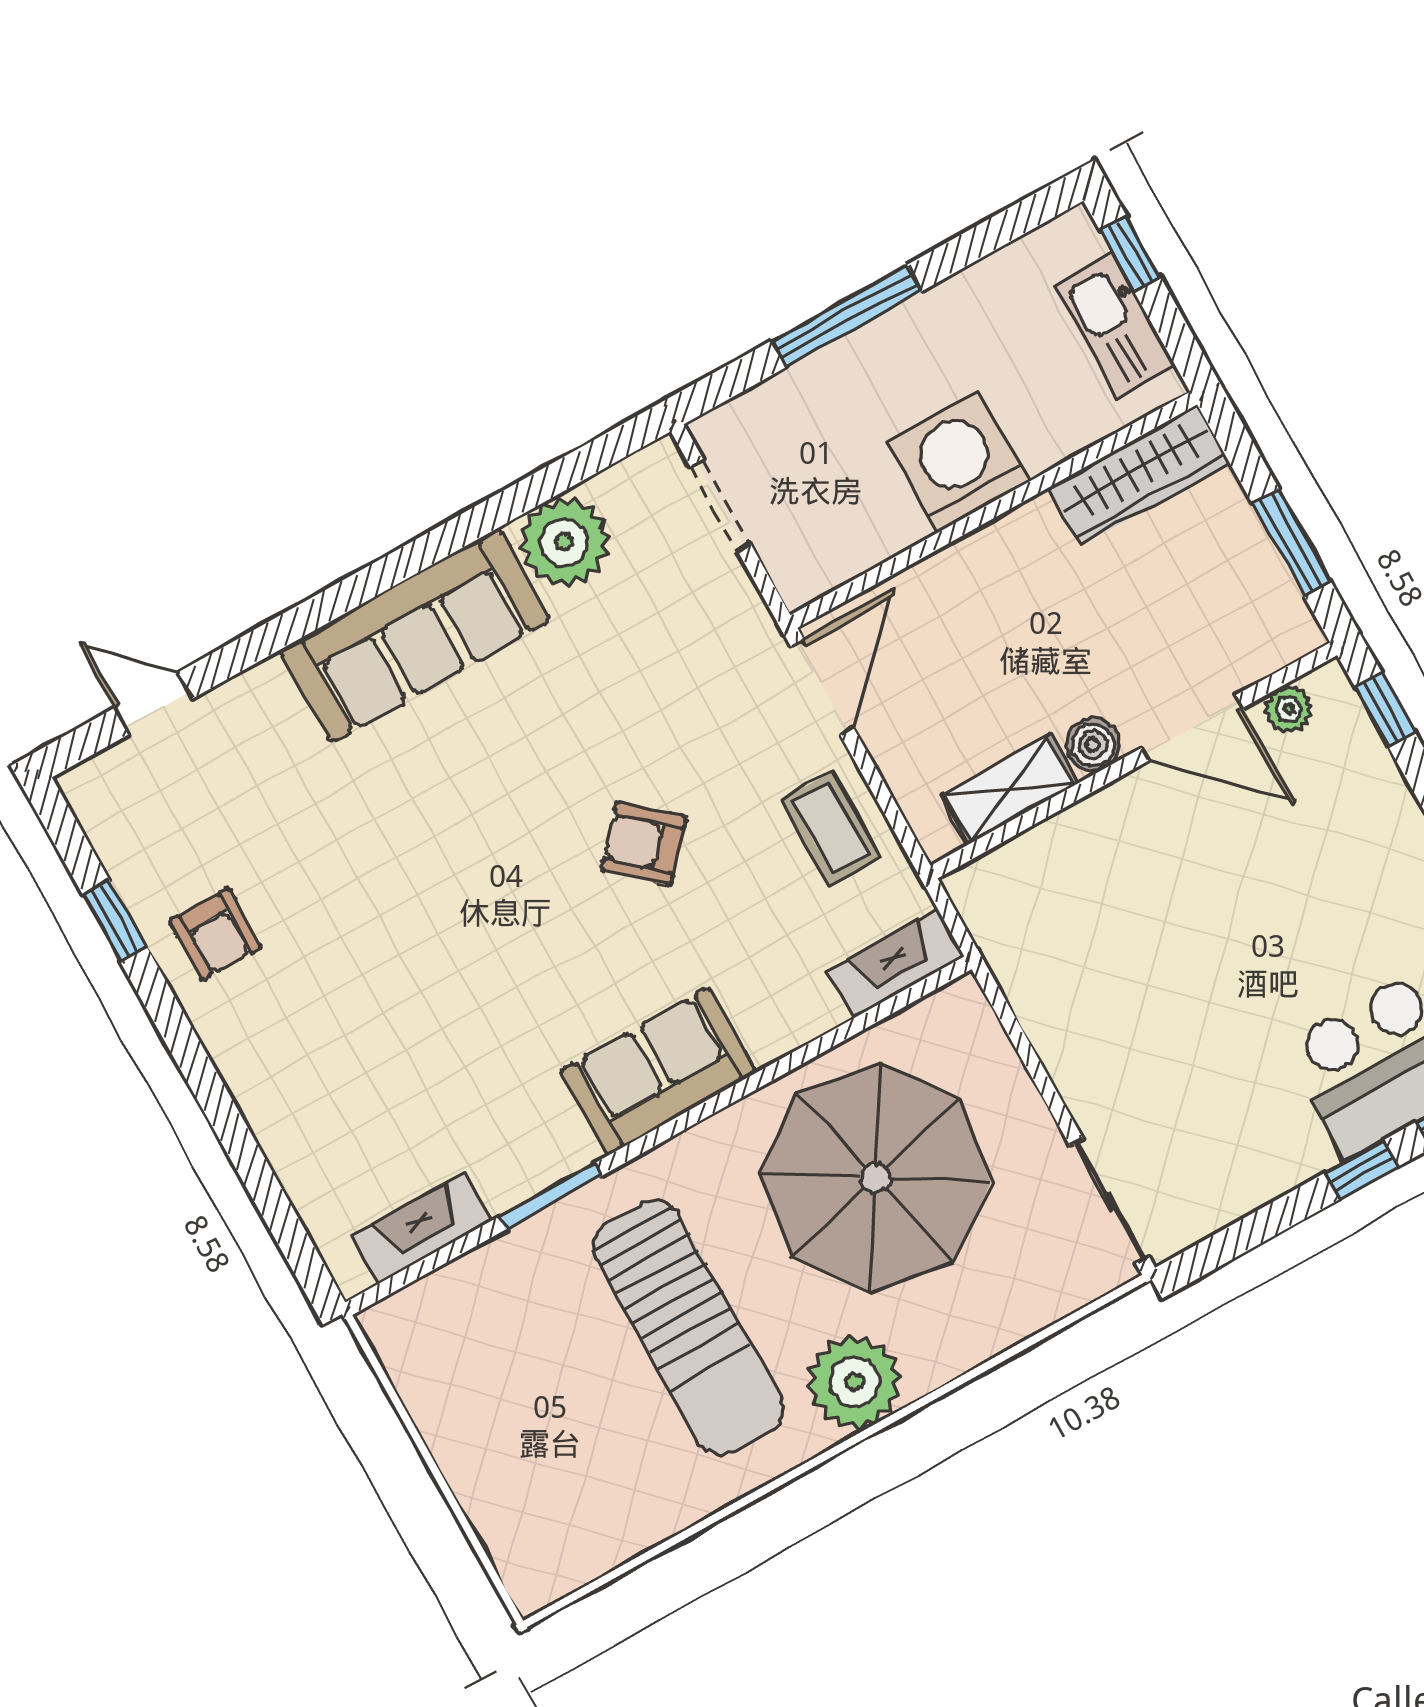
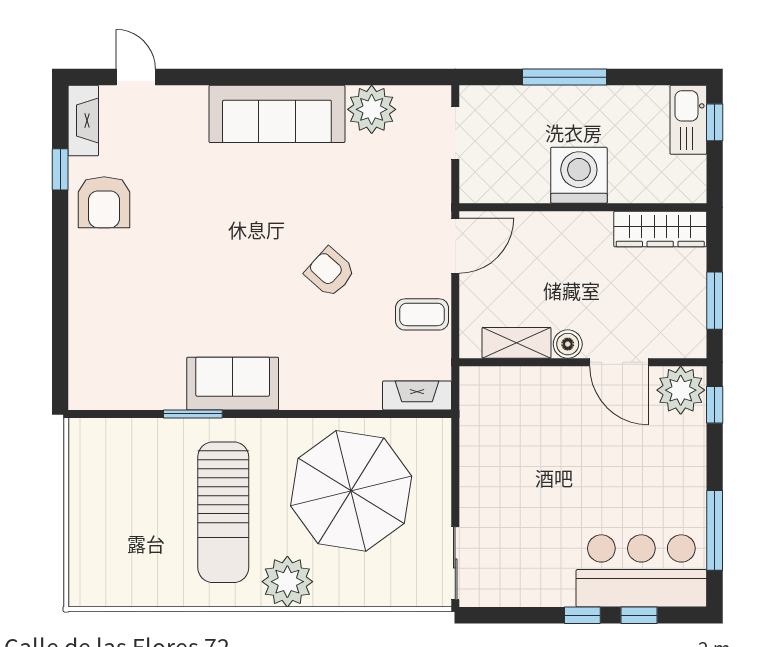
kitchen sink: (1114, 326) -> (688, 120), moved
plant: (1289, 709) -> (681, 390), width x1.88, depth x1.88
coffee table: (831, 828) -> (422, 314), turned 90
armchair: (215, 934) -> (104, 202), width x1.38, depth x1.38
sofa: (659, 1071) -> (233, 384), moved
fireplace: (422, 1228) -> (83, 121), moved, turned 90

